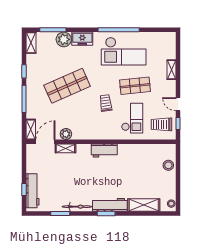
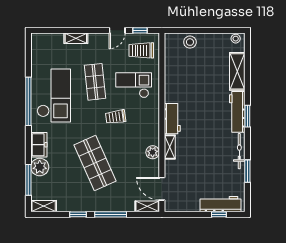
trolley: (161, 124) -> (141, 50), turned 90
plant: (66, 134) -> (153, 152), moved
shelving: (65, 148) -> (170, 147), moved

